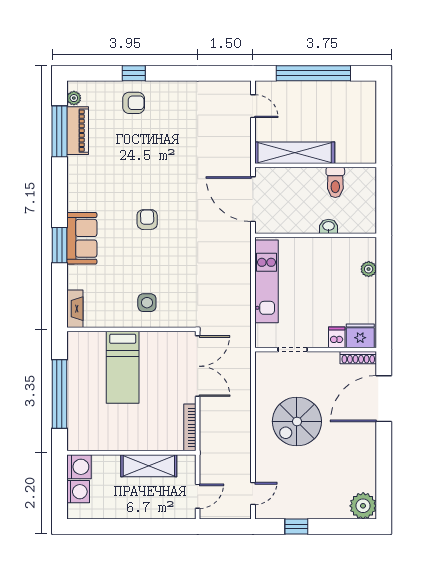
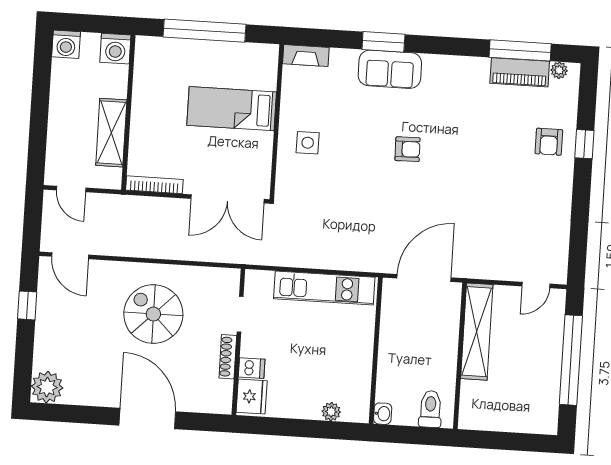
toilet: (335, 182) -> (430, 409), moved, turned 90
washbasin: (329, 226) -> (383, 414), moved
shoe rack: (358, 358) -> (228, 357), moved
door: (384, 399) -> (147, 418), moved
washing machine: (78, 492) -> (66, 44), moved
door: (253, 494) -> (70, 256), width x1.38

